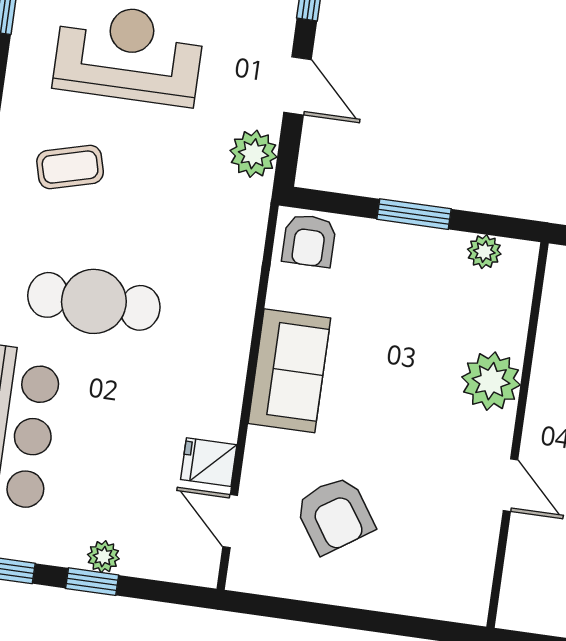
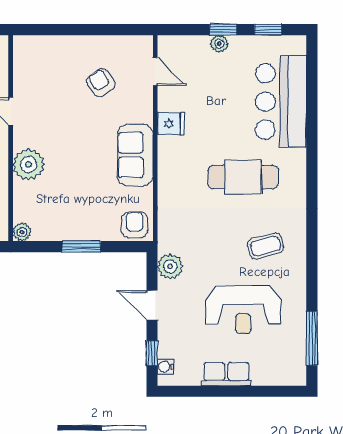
plant: (484, 252) -> (22, 232), moved
fridge: (209, 462) -> (171, 124), moved
armchair: (335, 515) -> (101, 83), width x0.72, depth x0.72

